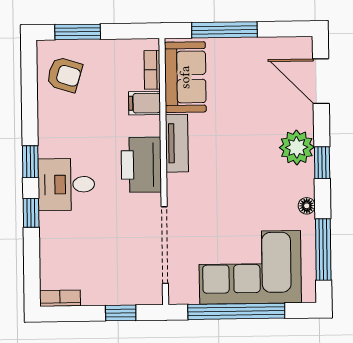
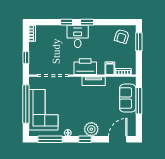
sofa: (185, 77) -> (128, 98), moved, turned 90

